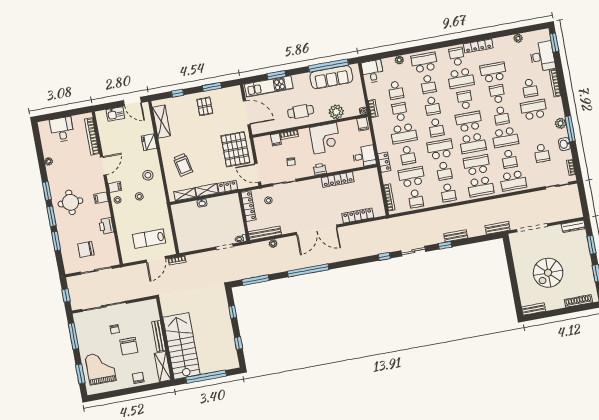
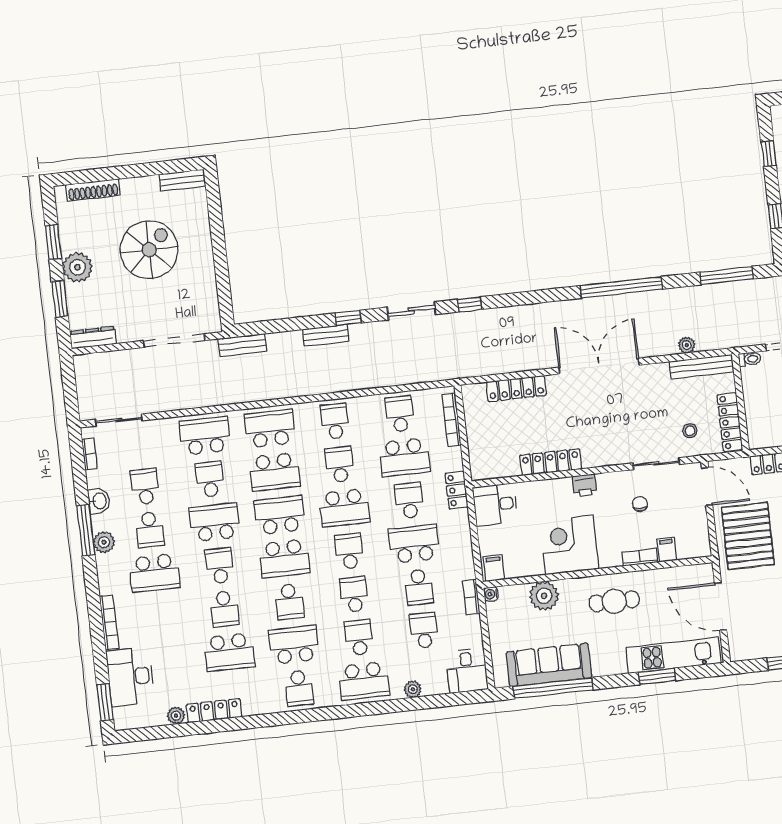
locker: (478, 46) -> (214, 711), moved
school desk: (530, 88) -> (150, 530), moved, turned 180
plant: (584, 261) -> (77, 267), added

